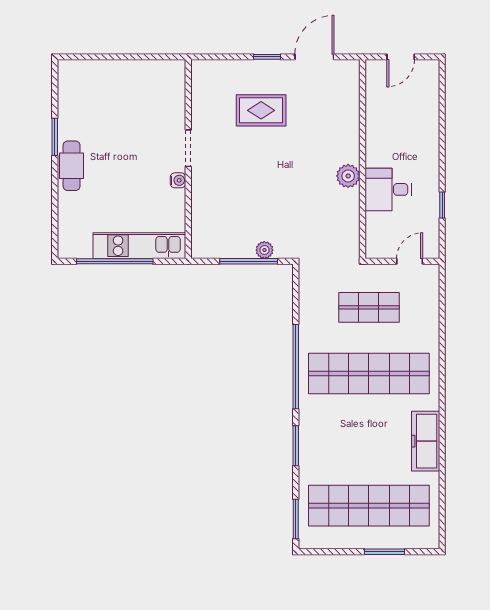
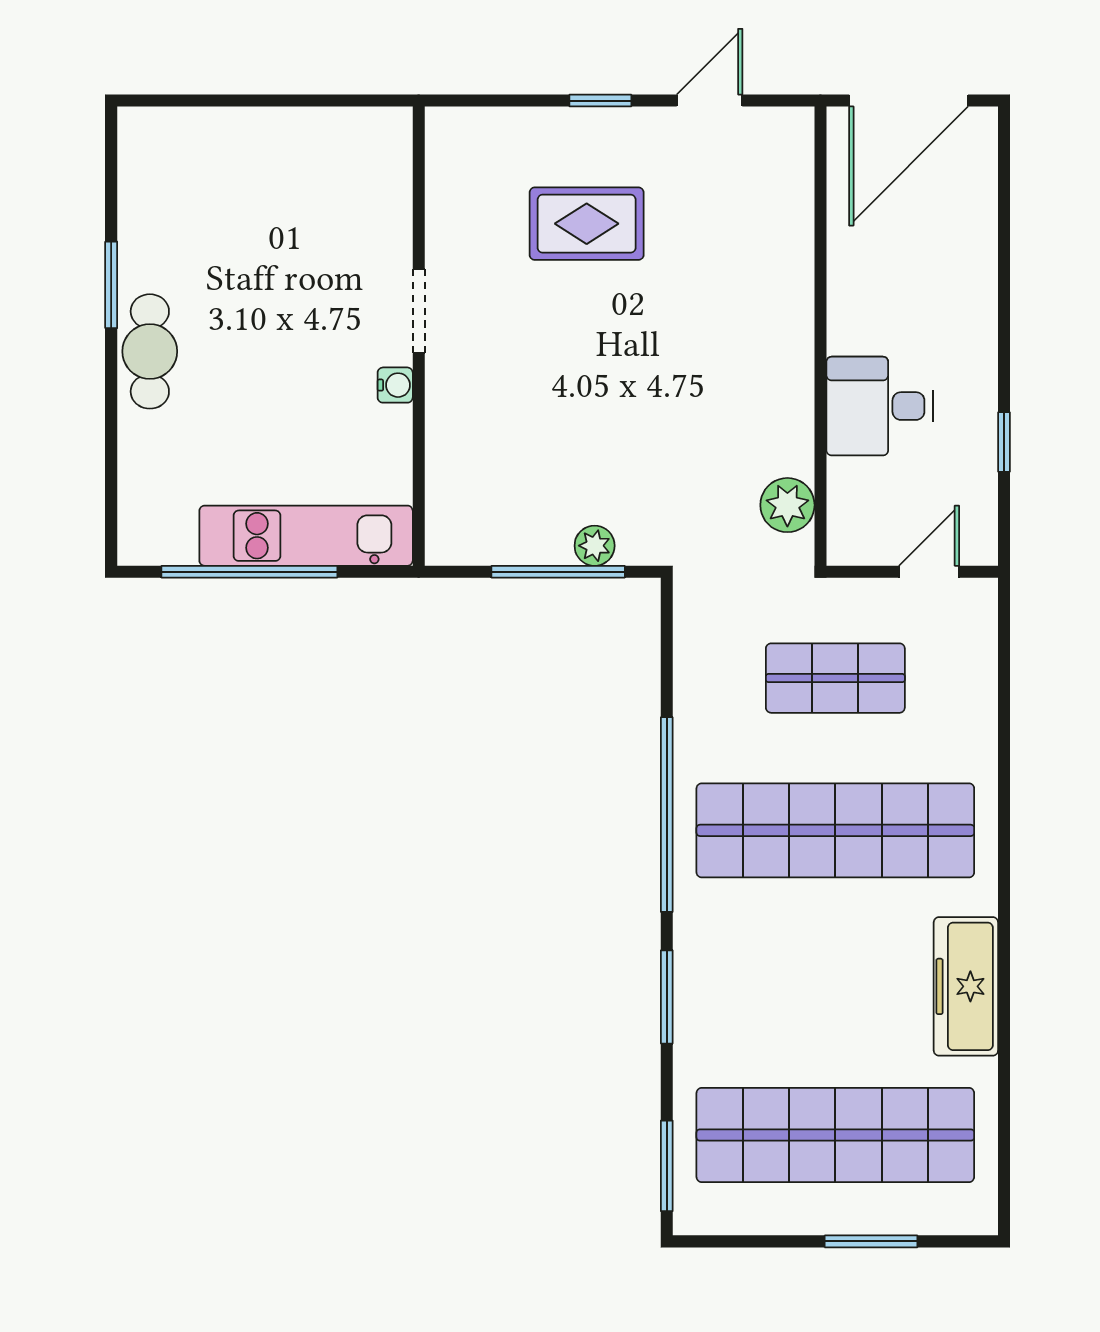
door: (314, 57) -> (710, 101), width x0.73
door: (401, 57) -> (909, 101), width x1.87
plant: (348, 176) -> (787, 505), moved

